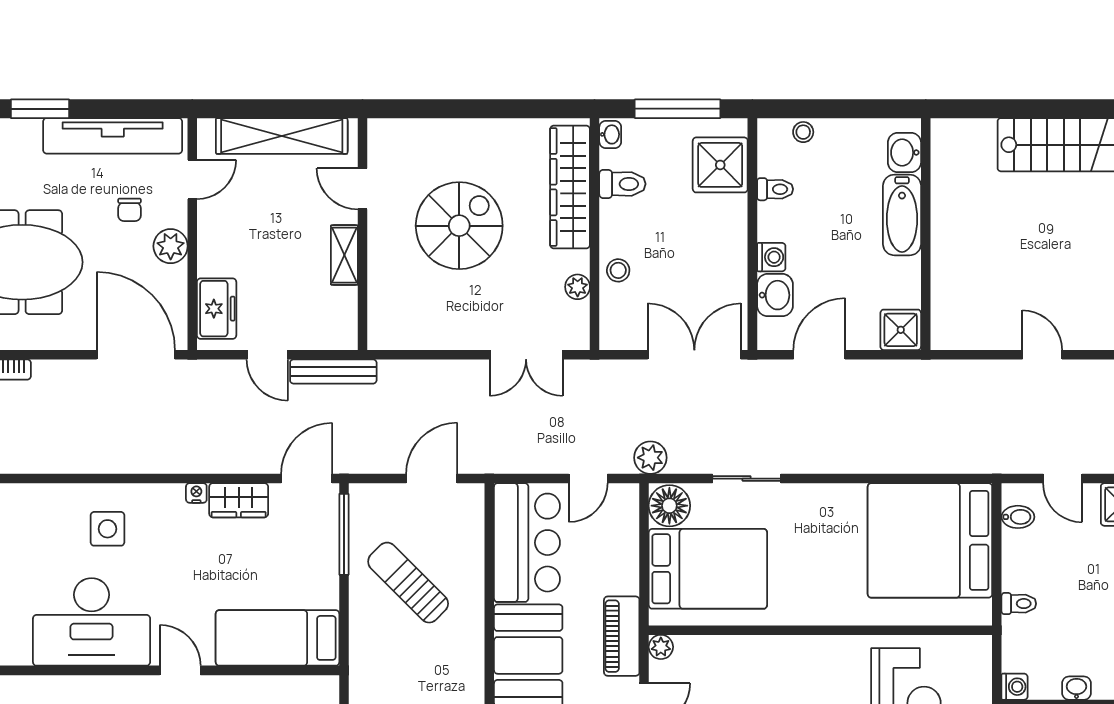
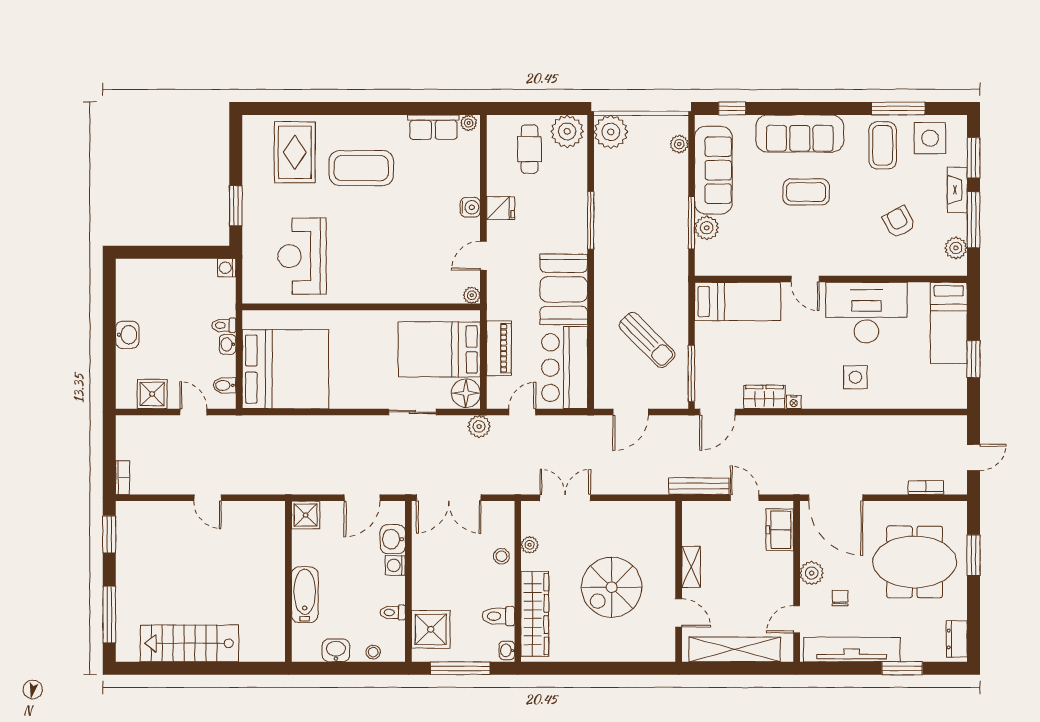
washbasin: (904, 153) -> (336, 650), moved, turned -90
piano: (622, 636) -> (499, 348), moved
washbasin: (1076, 688) -> (228, 344), moved, turned 90

